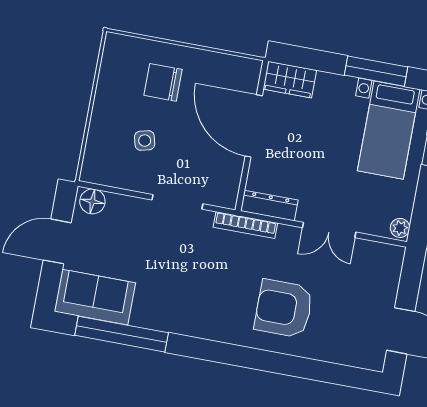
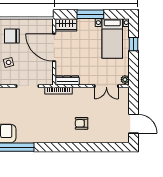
window: (376, 71) -> (90, 14), moved
double door: (329, 230) -> (106, 86), moved
armchair: (284, 309) -> (82, 123), width x0.53, depth x0.53

